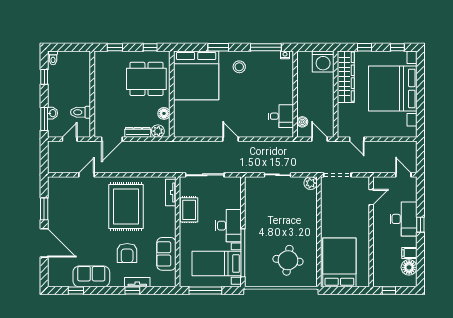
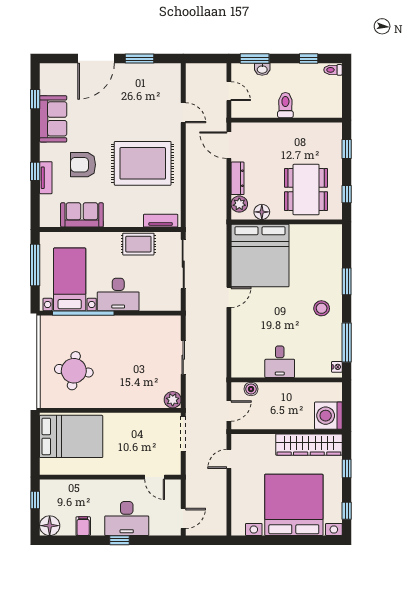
bed: (196, 75) -> (260, 256), moved, turned -90
toilet: (81, 112) -> (285, 105), moved
desk: (281, 116) -> (280, 362), moved
floor lamp: (409, 267) -> (50, 526), moved

